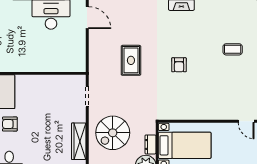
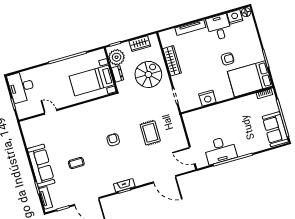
nightstand: (48, 83) -> (207, 98), added

